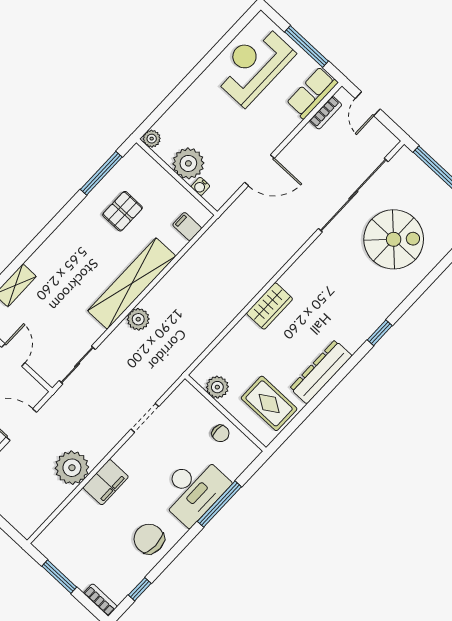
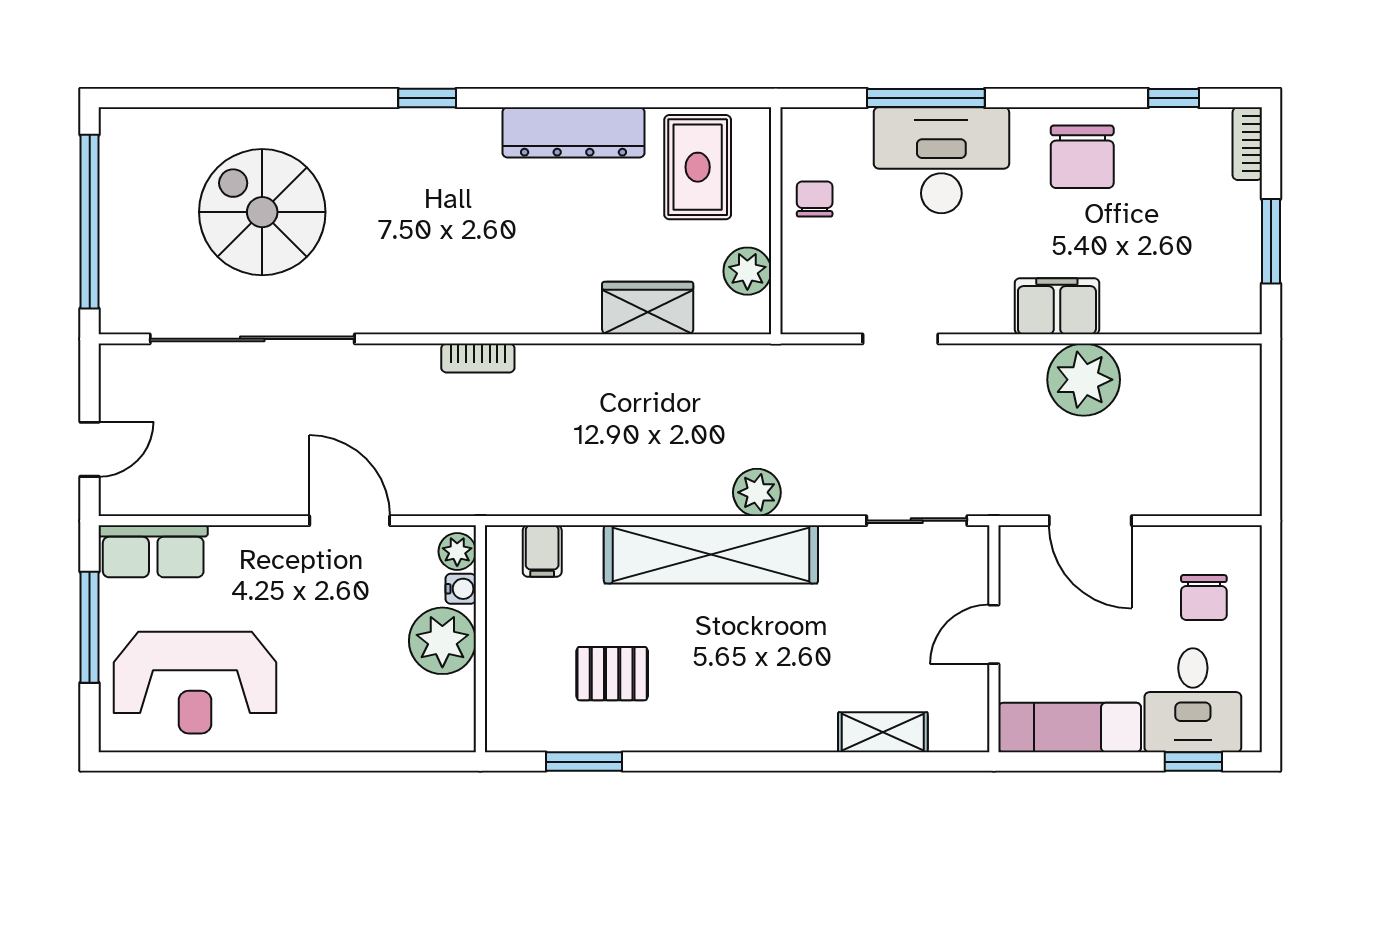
bookcase: (326, 113) -> (478, 358), moved, turned 180
plant: (152, 139) -> (457, 551), moved
window: (101, 173) -> (584, 762), width x0.69
wardrobe: (270, 306) -> (648, 308), moved

